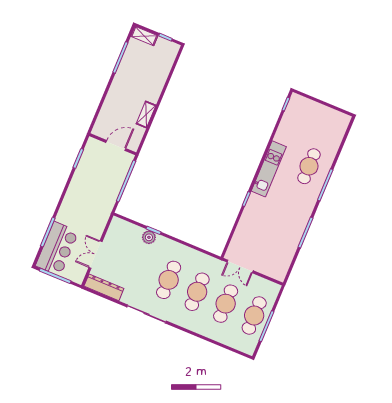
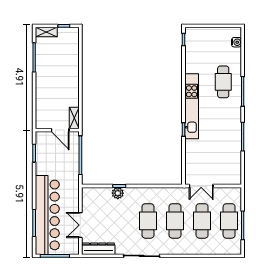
shelving: (146, 115) -> (74, 118), moved
water cooler: (340, 130) -> (236, 42), added
door: (116, 146) -> (60, 130), swing flipped
kitchen unit: (269, 169) -> (192, 106), width x1.36
bar counter: (57, 249) -> (47, 215), width x1.86

